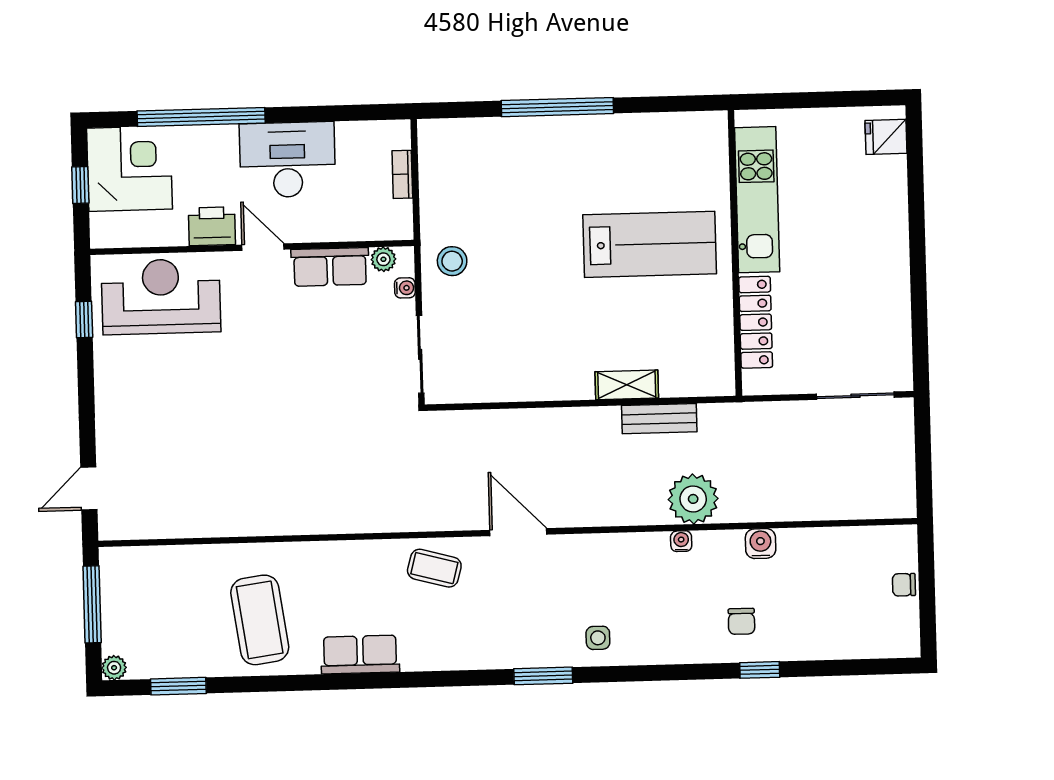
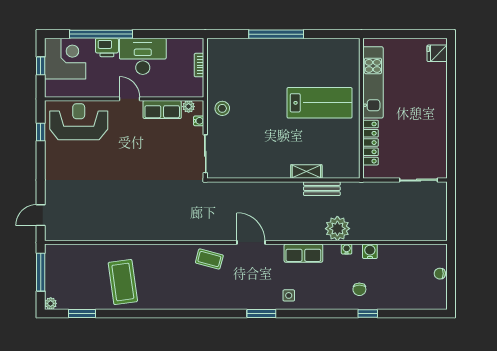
printer: (212, 226) -> (107, 47), moved, turned 180
water cooler: (681, 541) -> (347, 249), moved
row of seats: (360, 655) -> (303, 253), moved, turned 180

